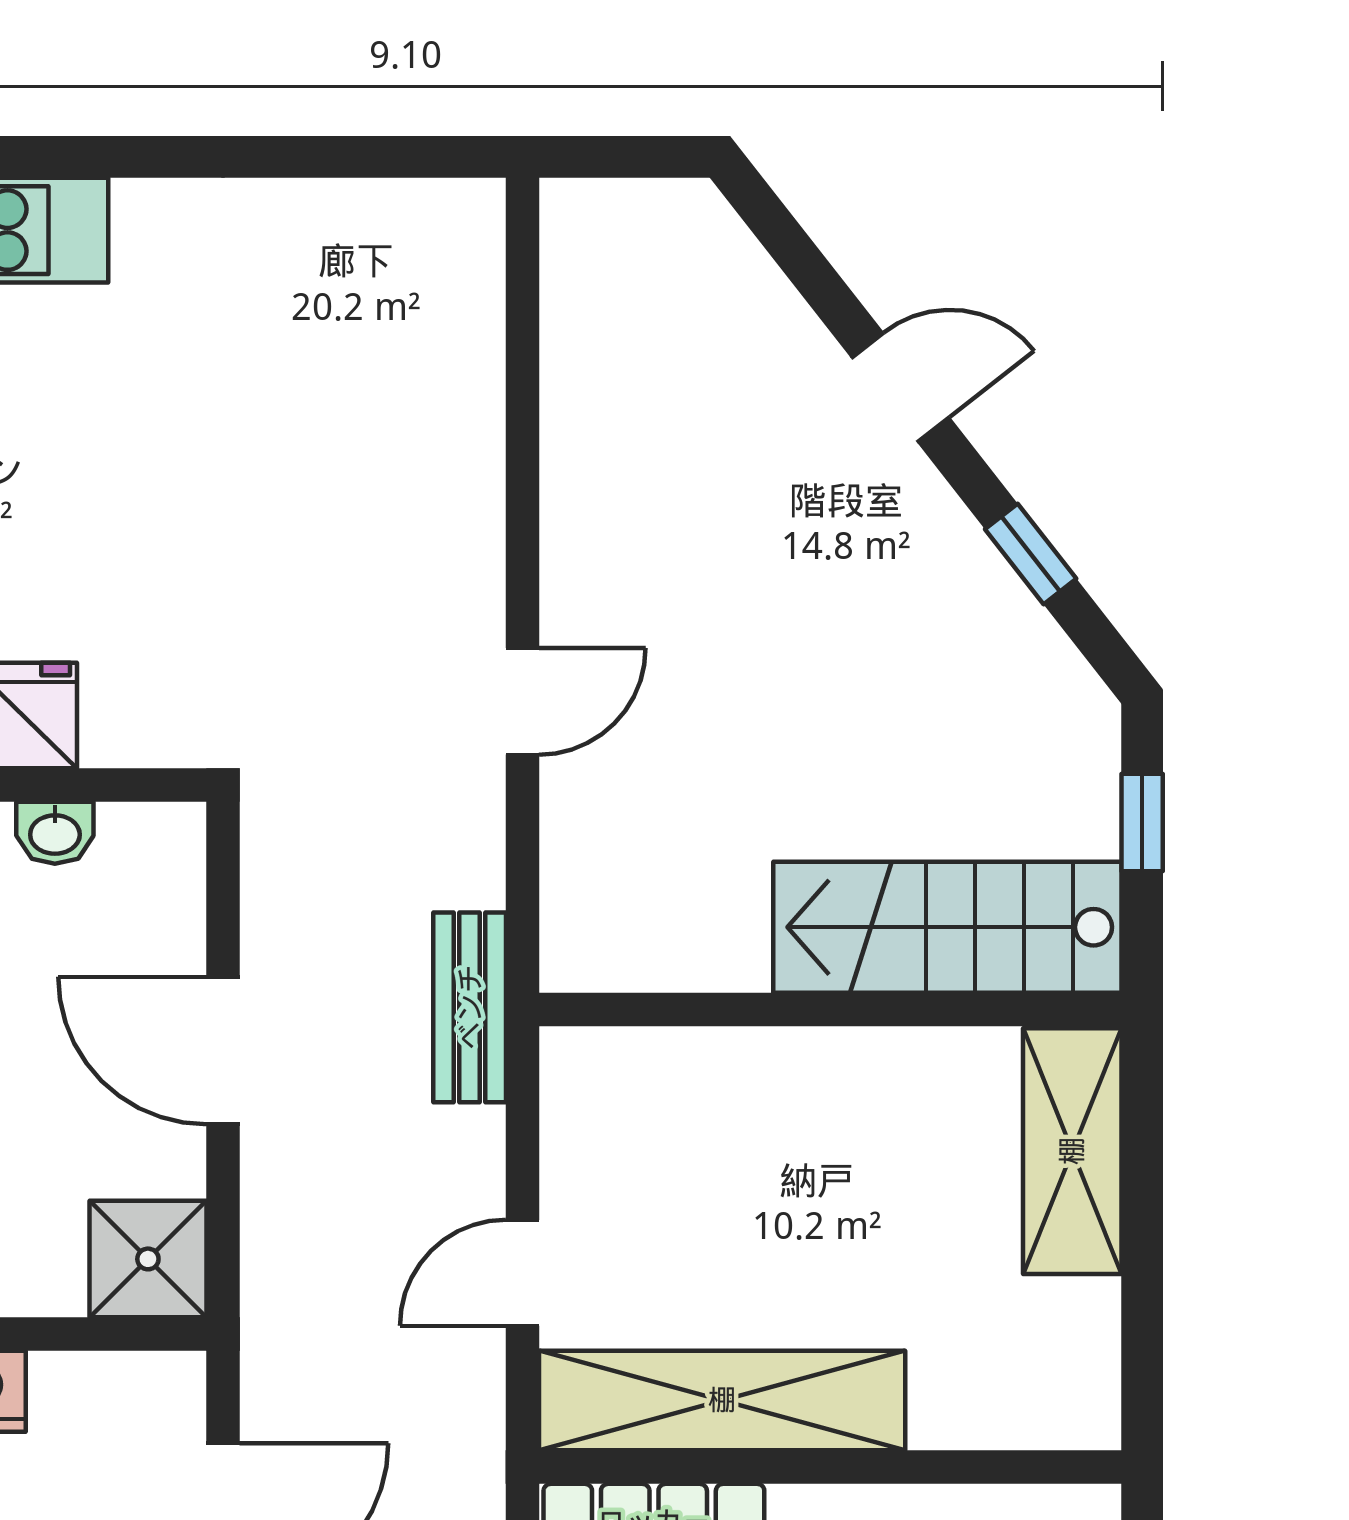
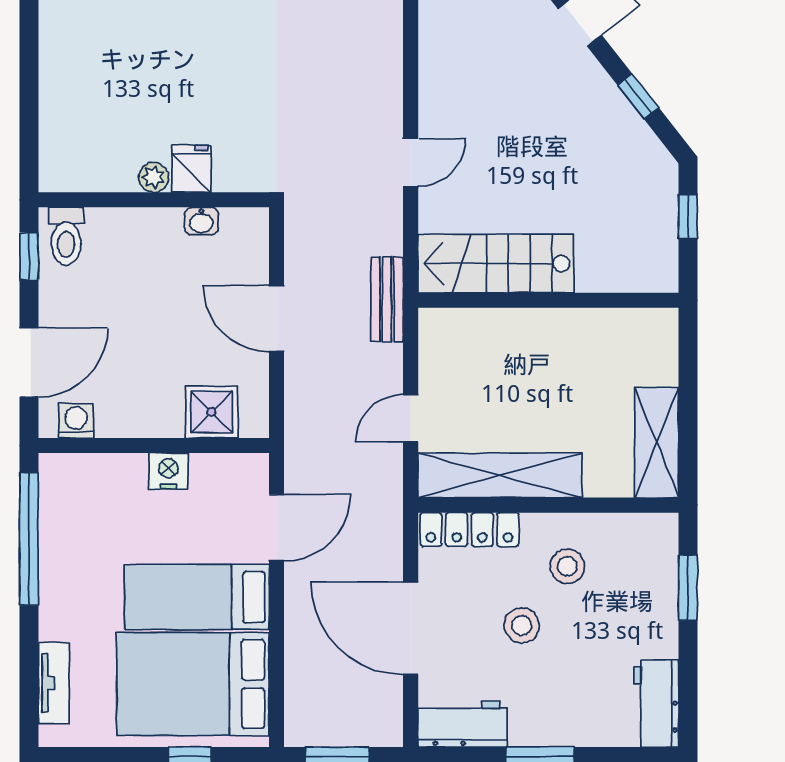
stairs: (947, 927) -> (496, 263), moved
shelving: (1072, 1151) -> (657, 443), moved
shower: (148, 1259) -> (212, 412), moved

